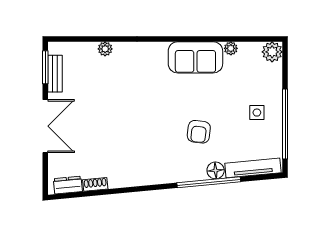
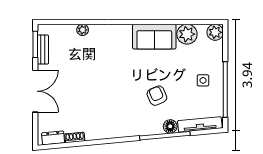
plant: (231, 48) -> (187, 34), width x1.87, depth x1.87
armchair: (199, 132) -> (157, 96), turned 149

